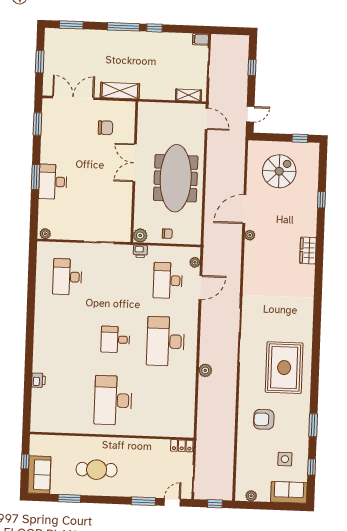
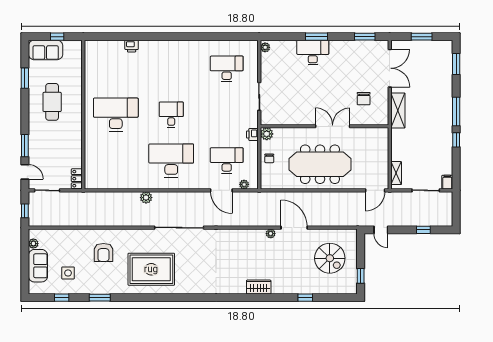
armchair: (264, 419) -> (103, 252), turned 180
sofa: (289, 492) -> (38, 266), moved

